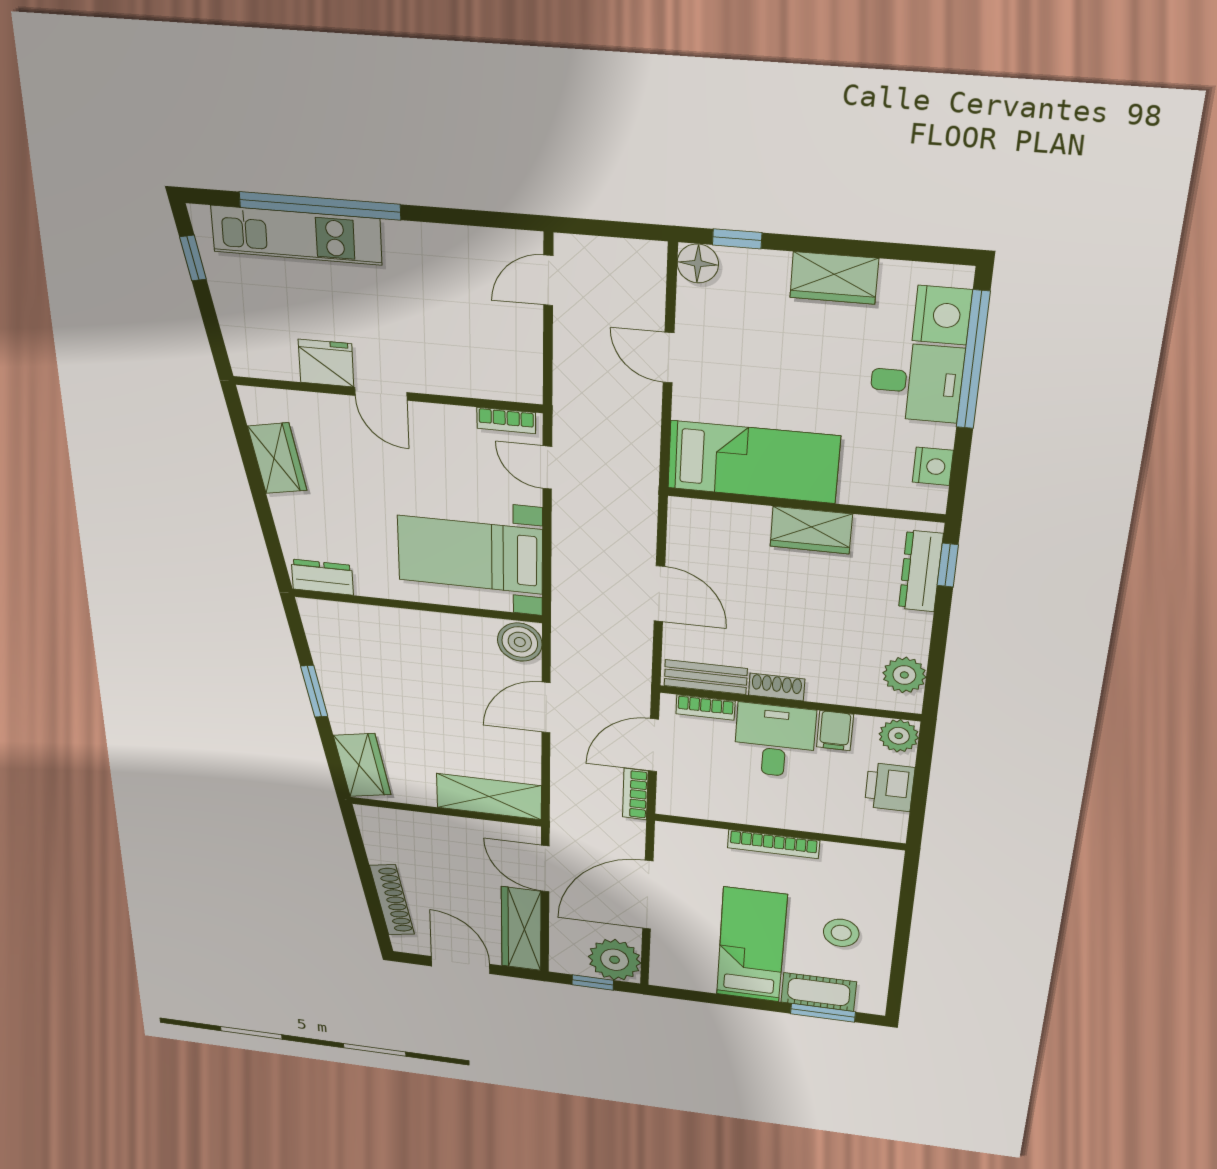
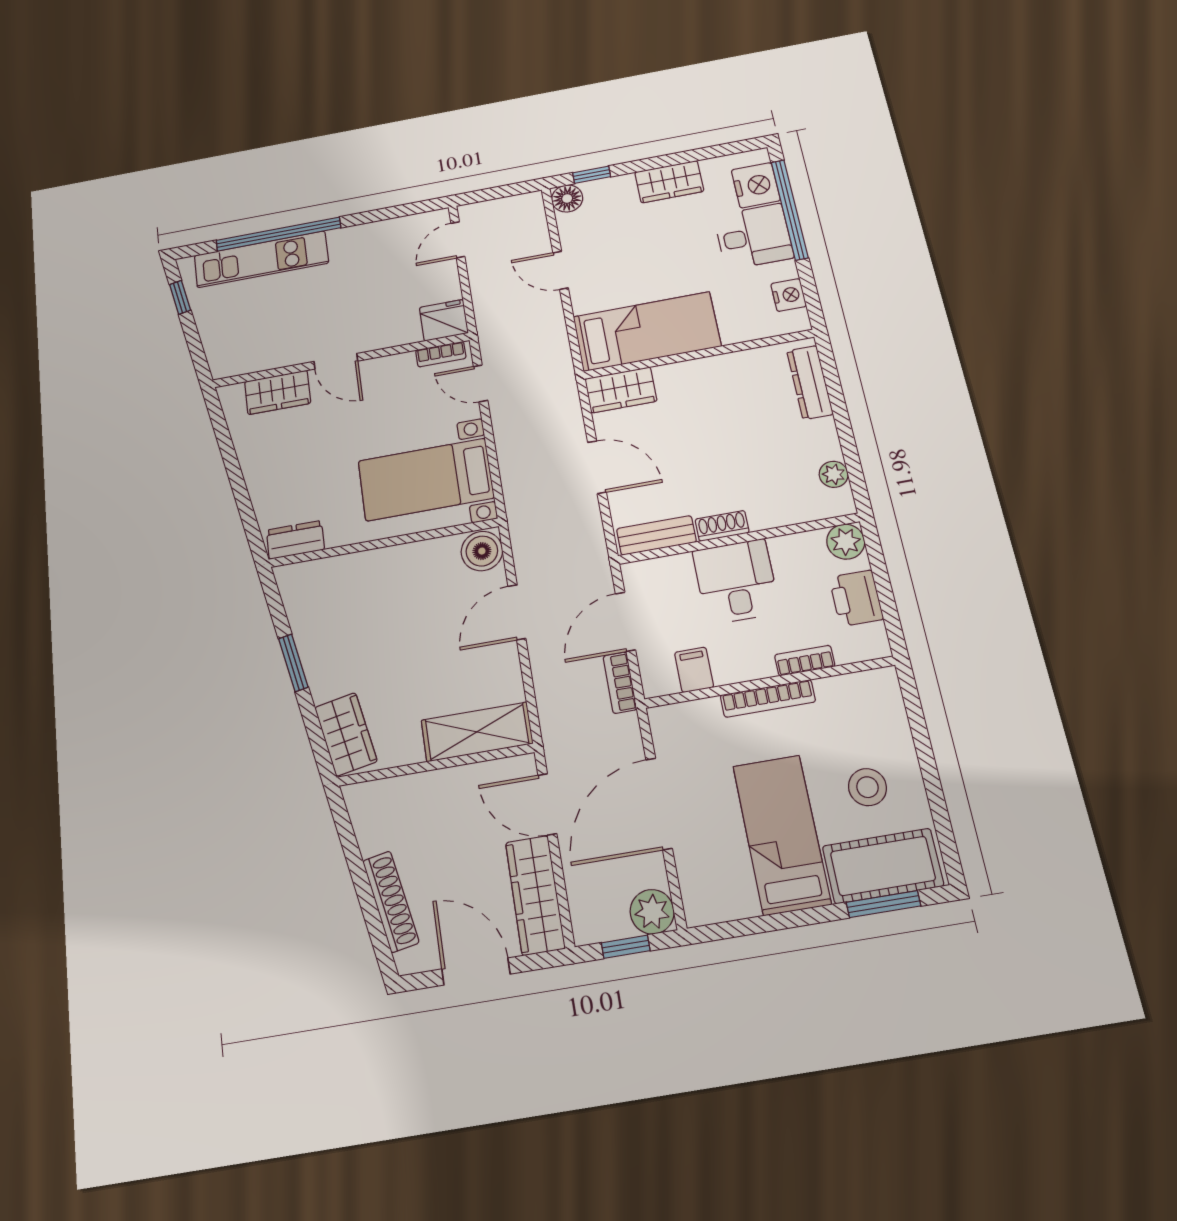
fridge: (326, 363) -> (444, 320), moved
wardrobe: (277, 458) -> (278, 392), moved, turned 101
wardrobe: (811, 530) -> (621, 390), moved
window: (948, 565) -> (830, 371), removed
plant: (904, 675) -> (834, 474), width x0.73, depth x0.73
bookcase: (705, 708) -> (805, 661), moved, turned 180
filing cabinet: (835, 731) -> (694, 670), moved, turned 180
plant: (615, 960) -> (652, 912), width x0.73, depth x0.73
cot: (819, 992) -> (883, 866), width x1.37, depth x1.34

